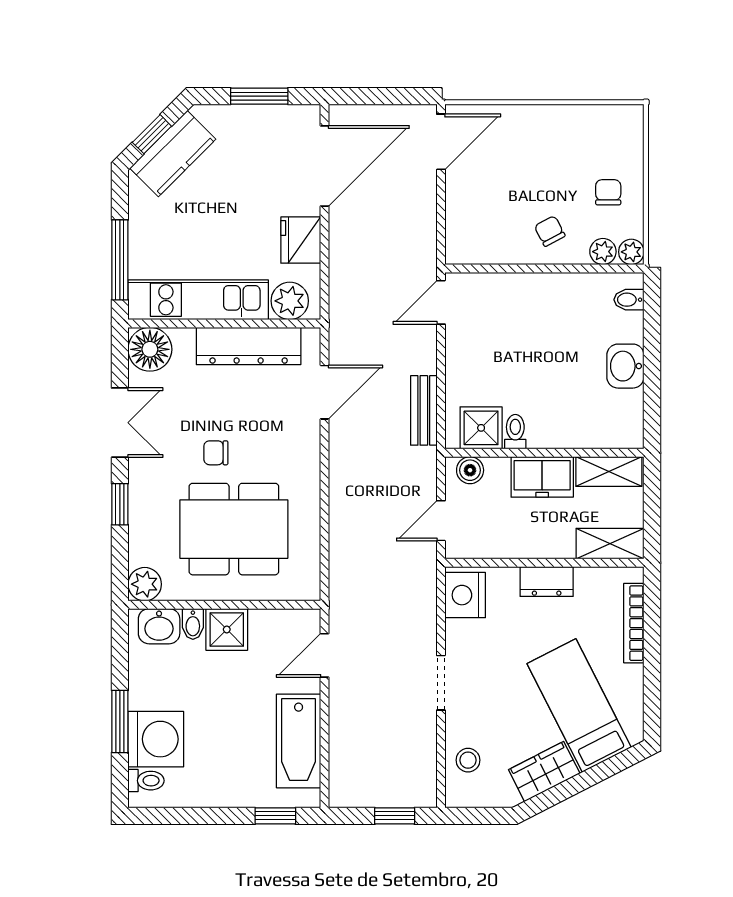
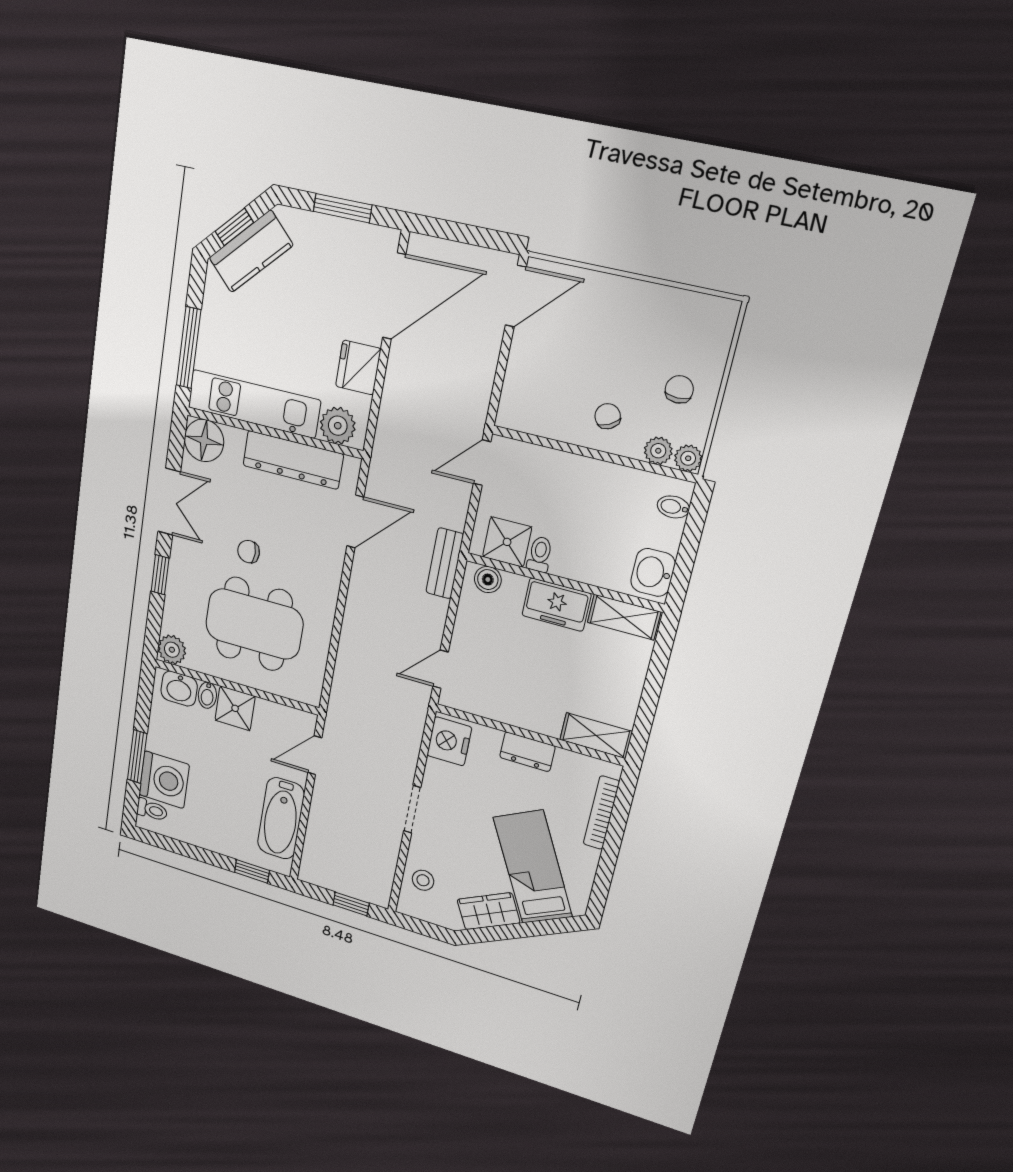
shower: (481, 428) -> (507, 542), moved
toilet: (515, 432) -> (540, 554), moved
wall: (544, 453) -> (564, 582), moved
boiler: (470, 470) -> (488, 580), moved
shelving: (609, 472) -> (624, 617), moved
freezer: (542, 477) -> (556, 605), moved

